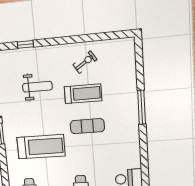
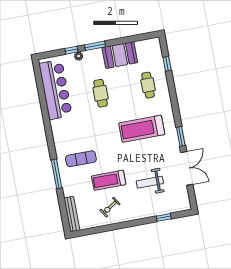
bench: (130, 58) -> (72, 214), added
exercise mat: (87, 126) -> (81, 159), moved

